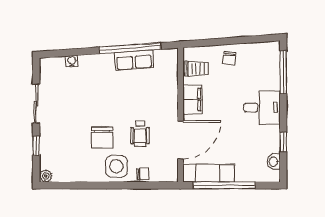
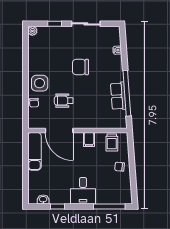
filing cabinet: (193, 100) -> (89, 139), width x0.50
chair: (102, 138) -> (80, 67), moved
window: (224, 185) -> (25, 163), removed

